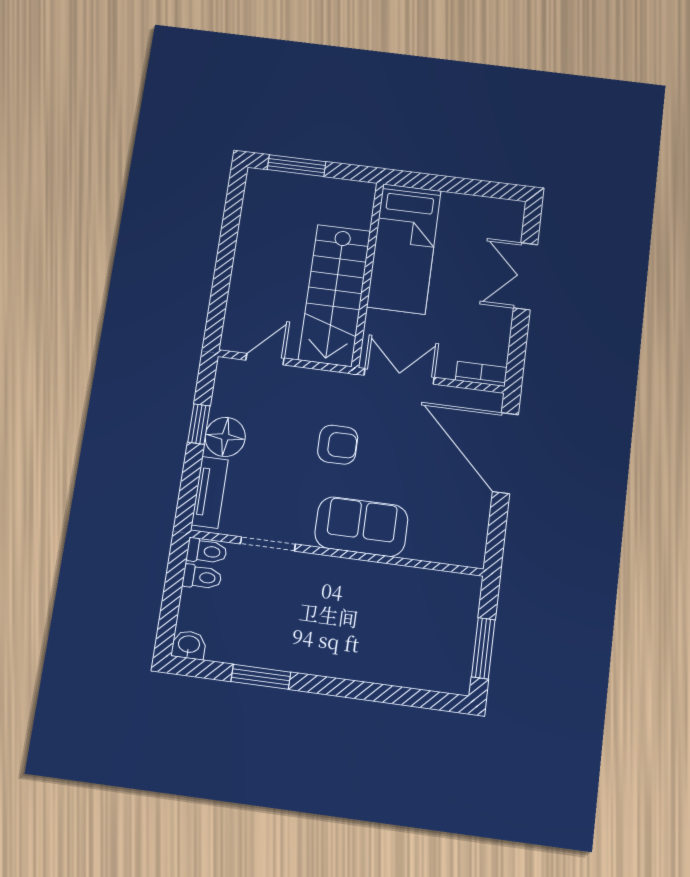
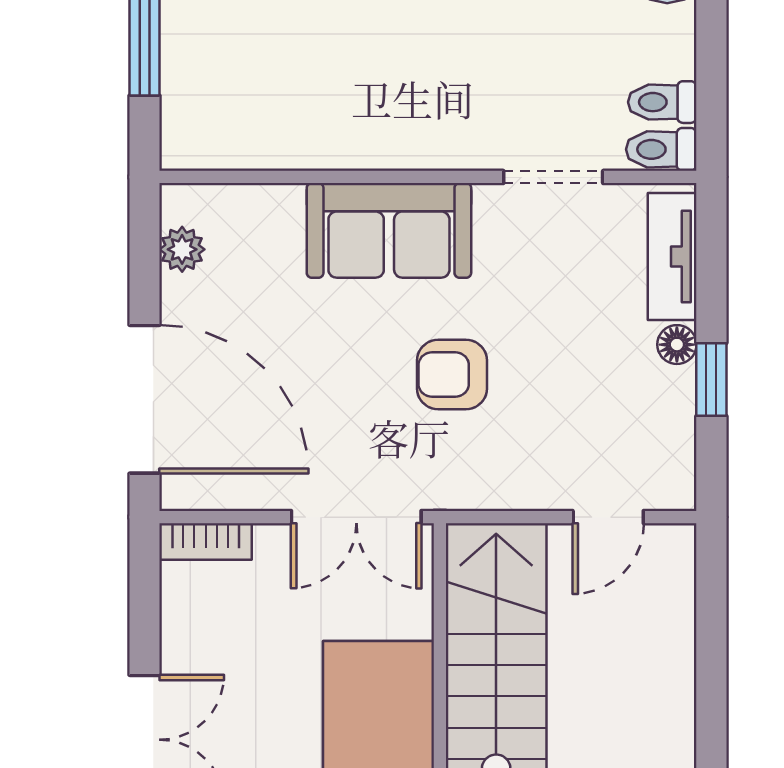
floor lamp: (225, 437) -> (677, 345), width x0.53, depth x0.53
plant: (476, 531) -> (182, 249), added

